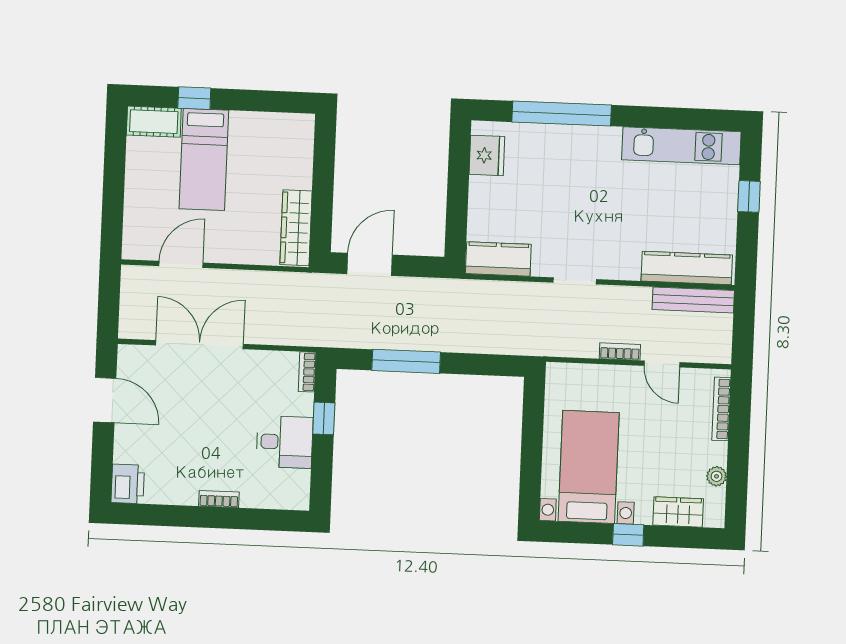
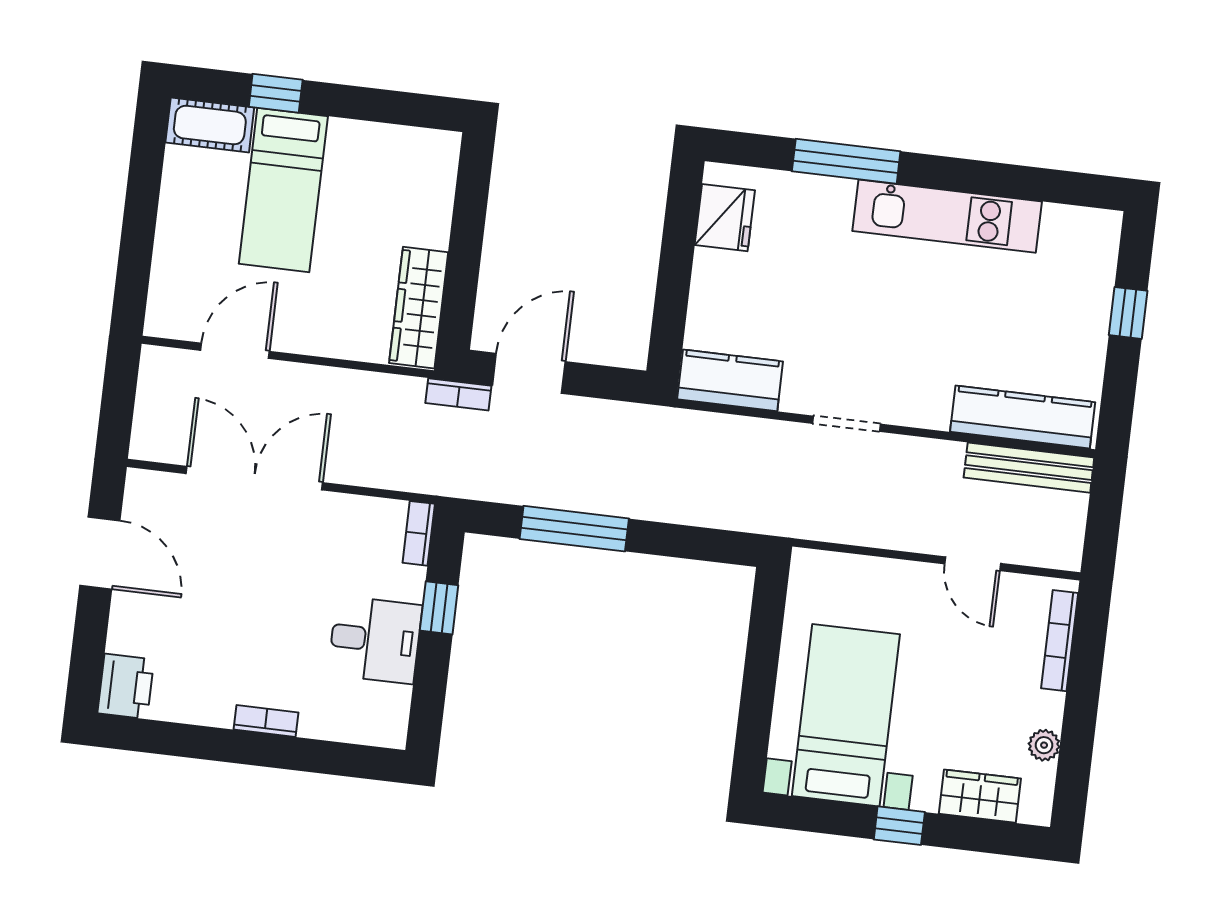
window: (562, 114) -> (846, 161), width x0.68
kitchen unit: (681, 146) -> (947, 216), moved
bookcase: (620, 352) -> (458, 394), moved, turned 180

